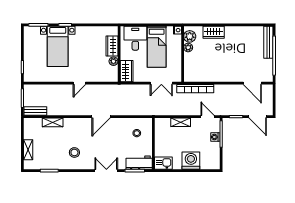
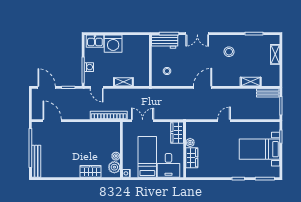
bed with nightstands: (58, 46) -> (260, 149), moved, turned -90
kitchen sink: (163, 163) -> (95, 41), moved

